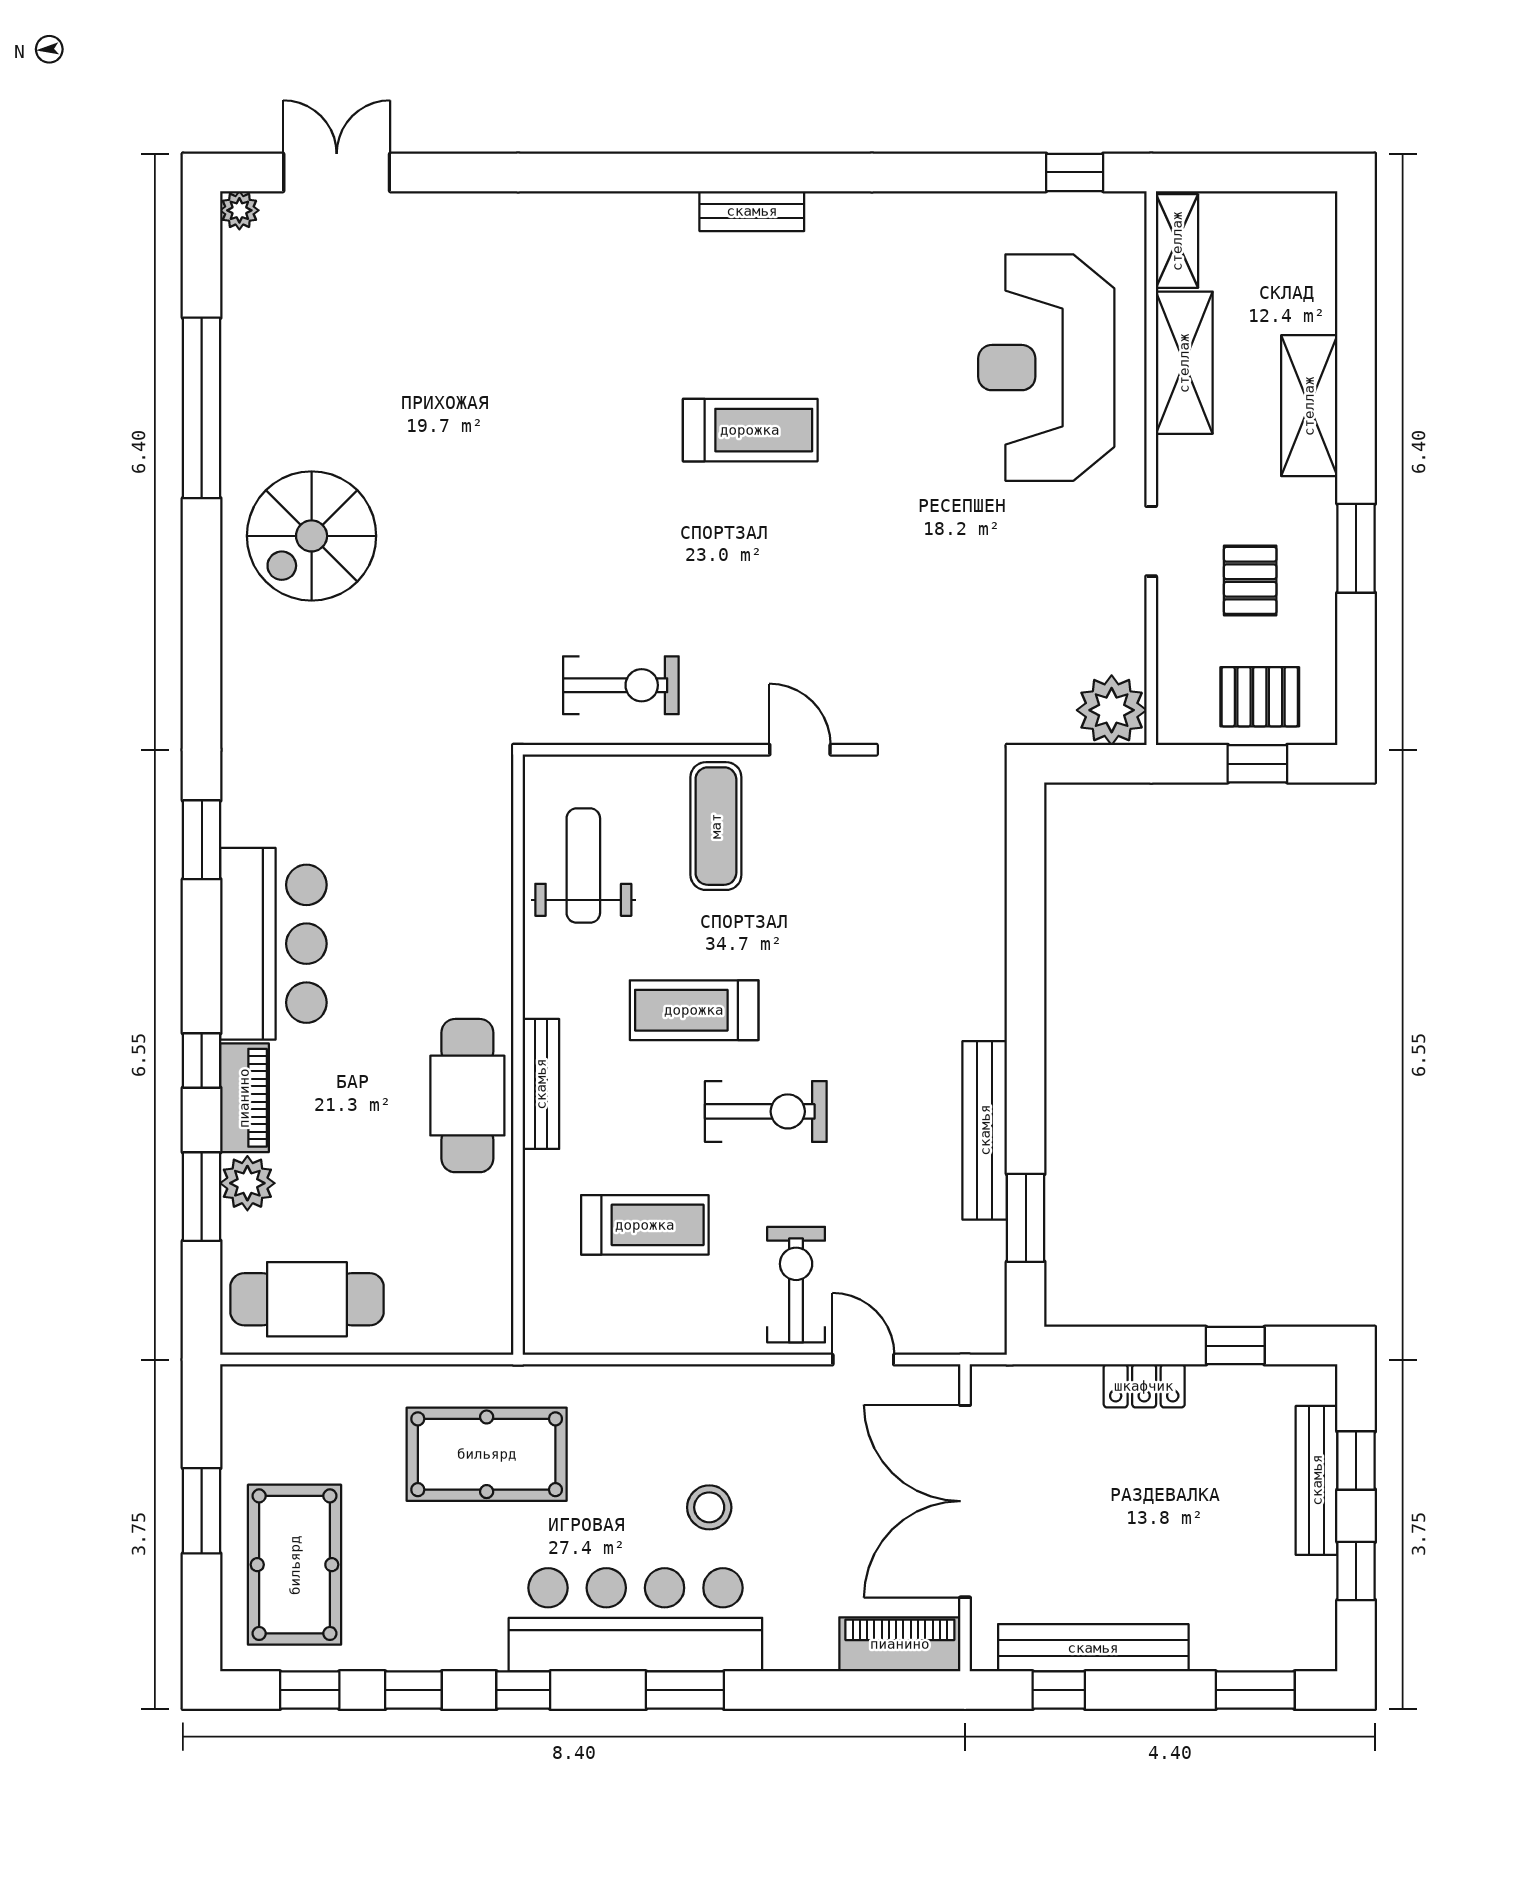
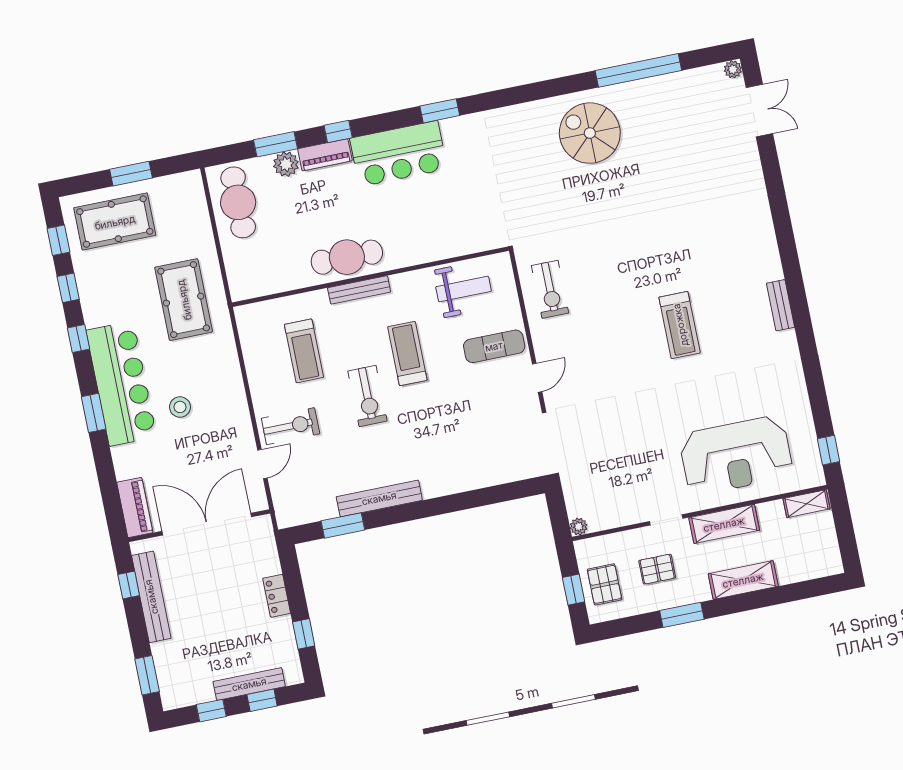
shelving: (1184, 363) -> (724, 524), moved
reception desk: (1046, 368) -> (736, 455), turned 180
plant: (1112, 710) -> (579, 527), width x0.53, depth x0.53

